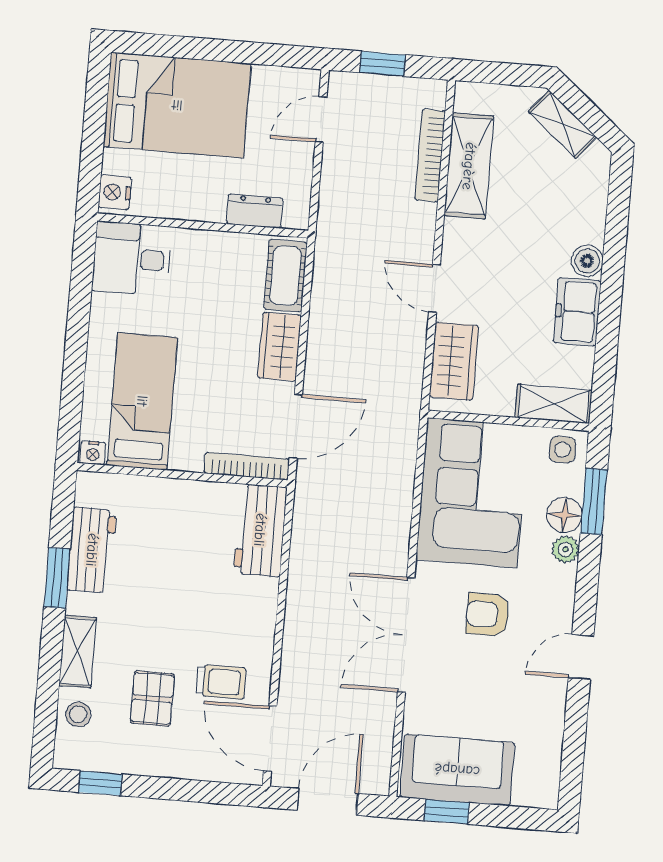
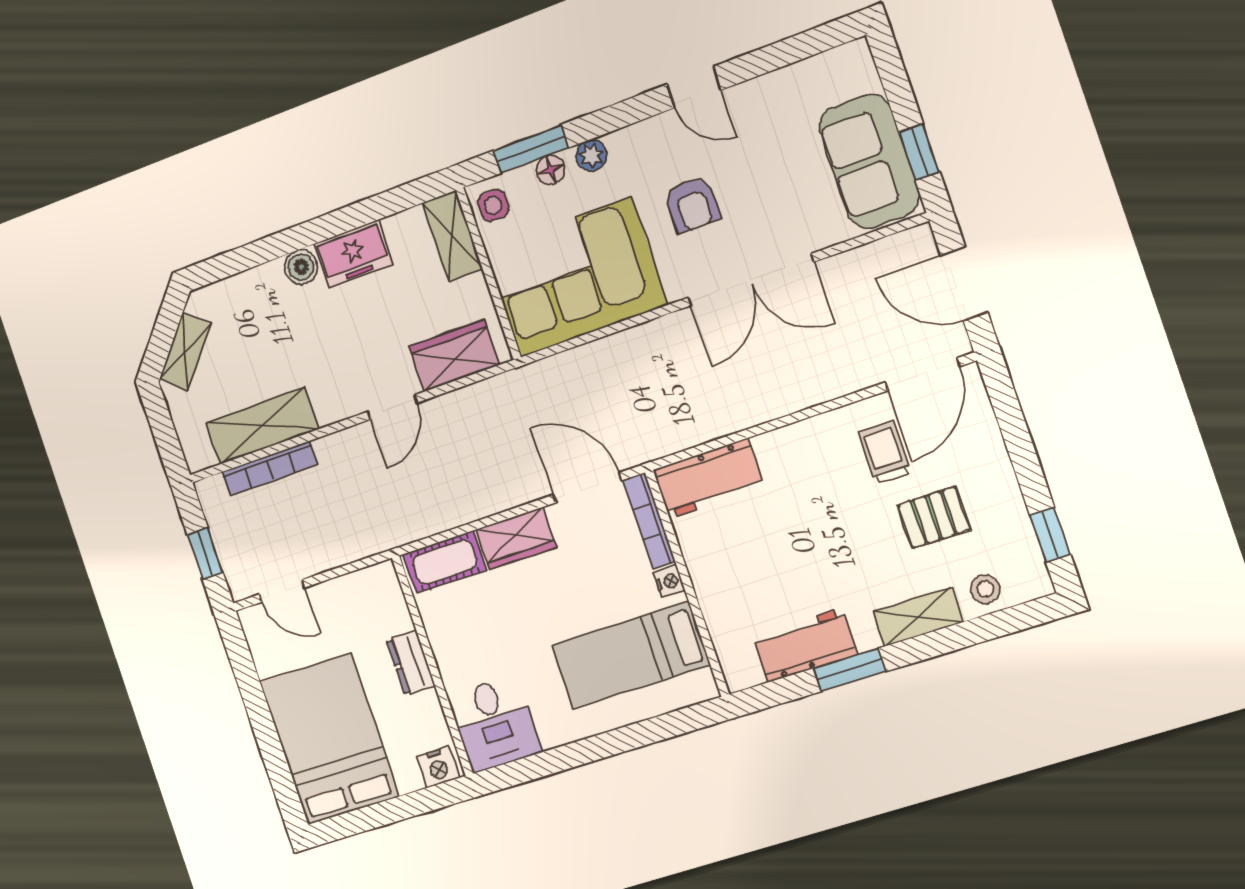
dresser: (255, 211) -> (411, 663), moved
nightstand: (93, 453) -> (669, 582), moved
floor lamp: (564, 515) -> (551, 170), width x0.73, depth x0.73

